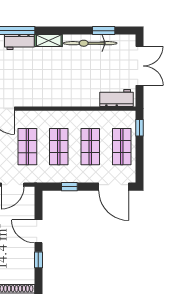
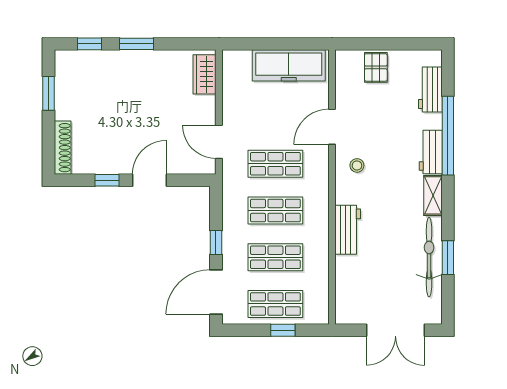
window: (104, 31) -> (448, 258), moved
stool: (29, 92) -> (357, 165), added
workbench: (117, 98) -> (348, 230), moved
window: (139, 128) -> (283, 330), moved
window: (69, 187) -> (216, 243), moved

